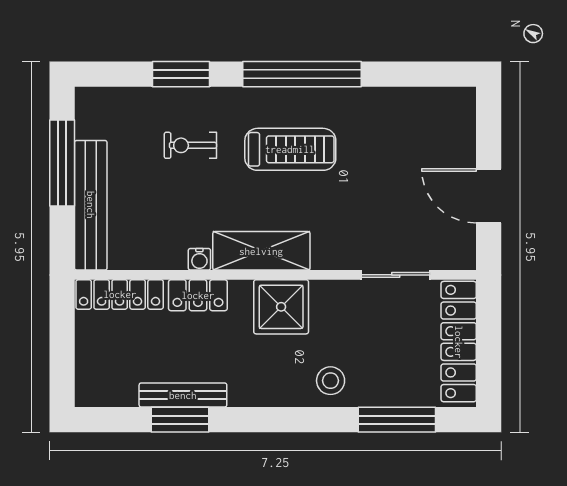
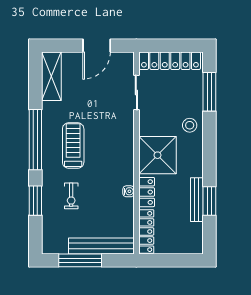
shelving: (261, 251) -> (51, 76), moved
shower: (281, 307) -> (157, 155), width x1.37, depth x1.37

